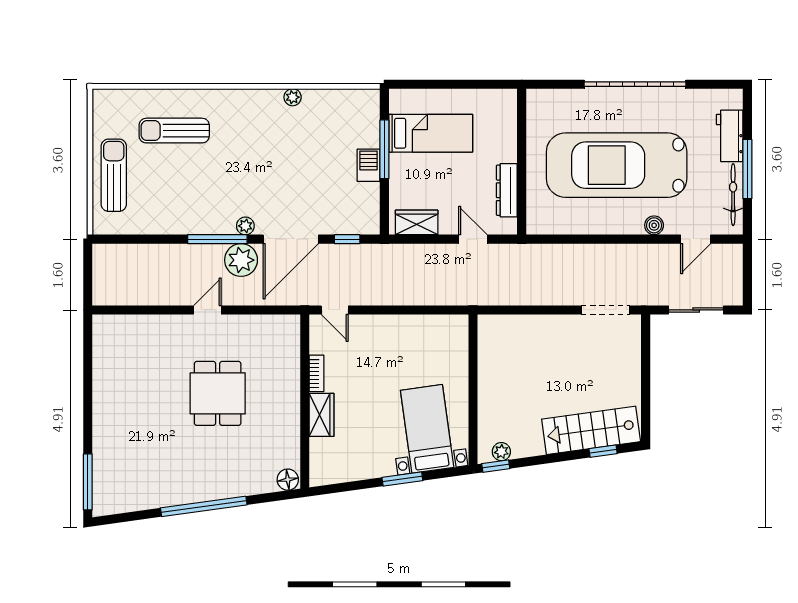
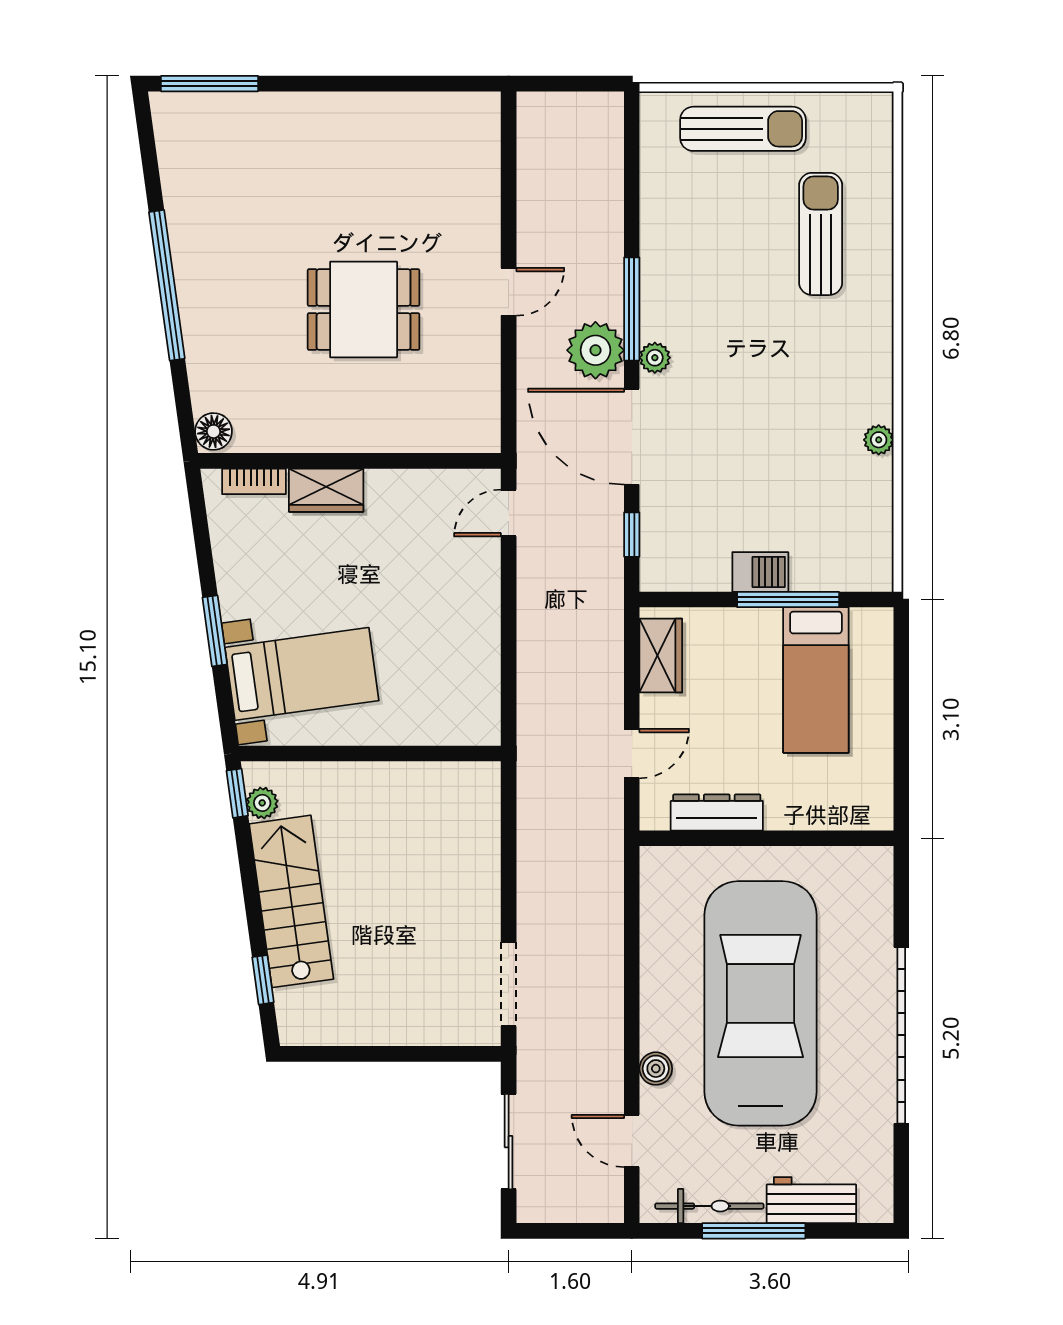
door: (207, 310) -> (509, 292), hinge flipped
bookcase: (316, 373) -> (254, 481), moved
stairs: (591, 430) -> (291, 901), moved

